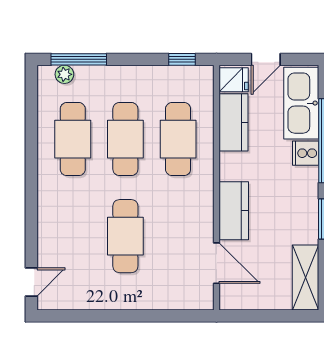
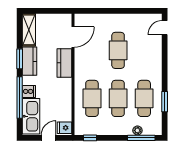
plant: (64, 74) -> (137, 130), moved
kitchen counter: (234, 122) -> (30, 61), moved, turned 180
window: (31, 133) -> (165, 102), added
door: (217, 263) -> (73, 37), swing flipped

